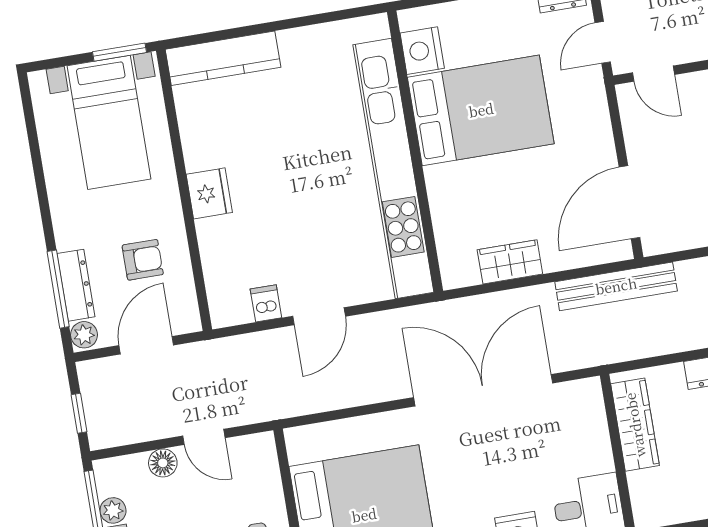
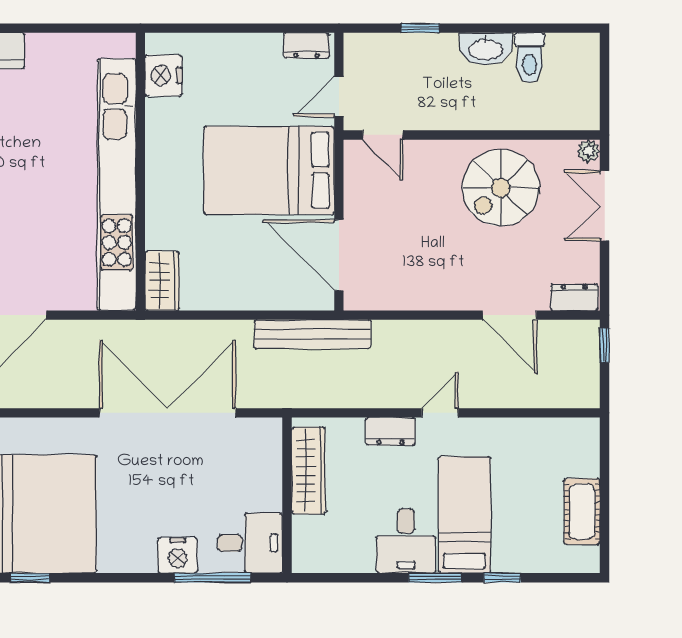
bed: (481, 110) -> (269, 170), moved, turned 180
door: (629, 202) -> (339, 255), hinge flipped
wardrobe: (510, 262) -> (162, 281), moved, turned 90

